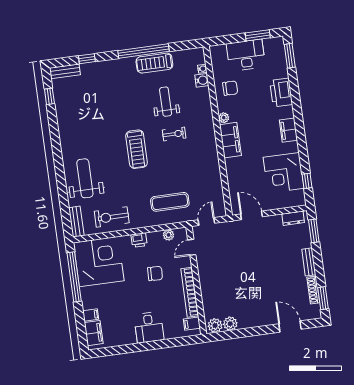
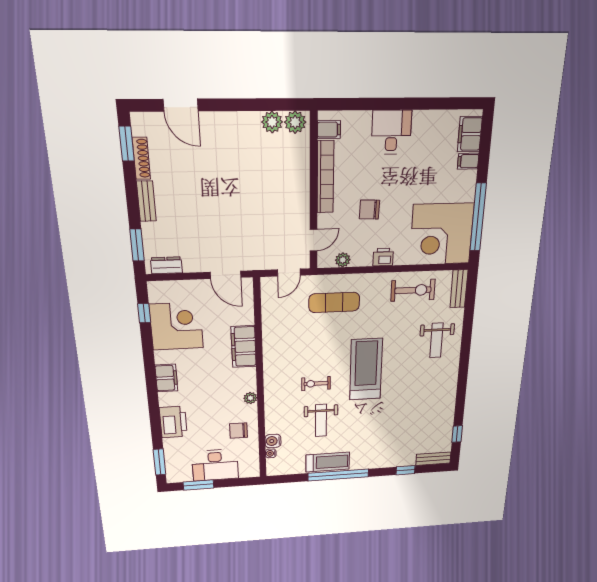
filing cabinet: (230, 140) -> (244, 347), moved
treadmill: (137, 149) -> (366, 369), width x1.37, depth x1.38
weight bench: (85, 178) -> (436, 340), width x0.73, depth x0.75

